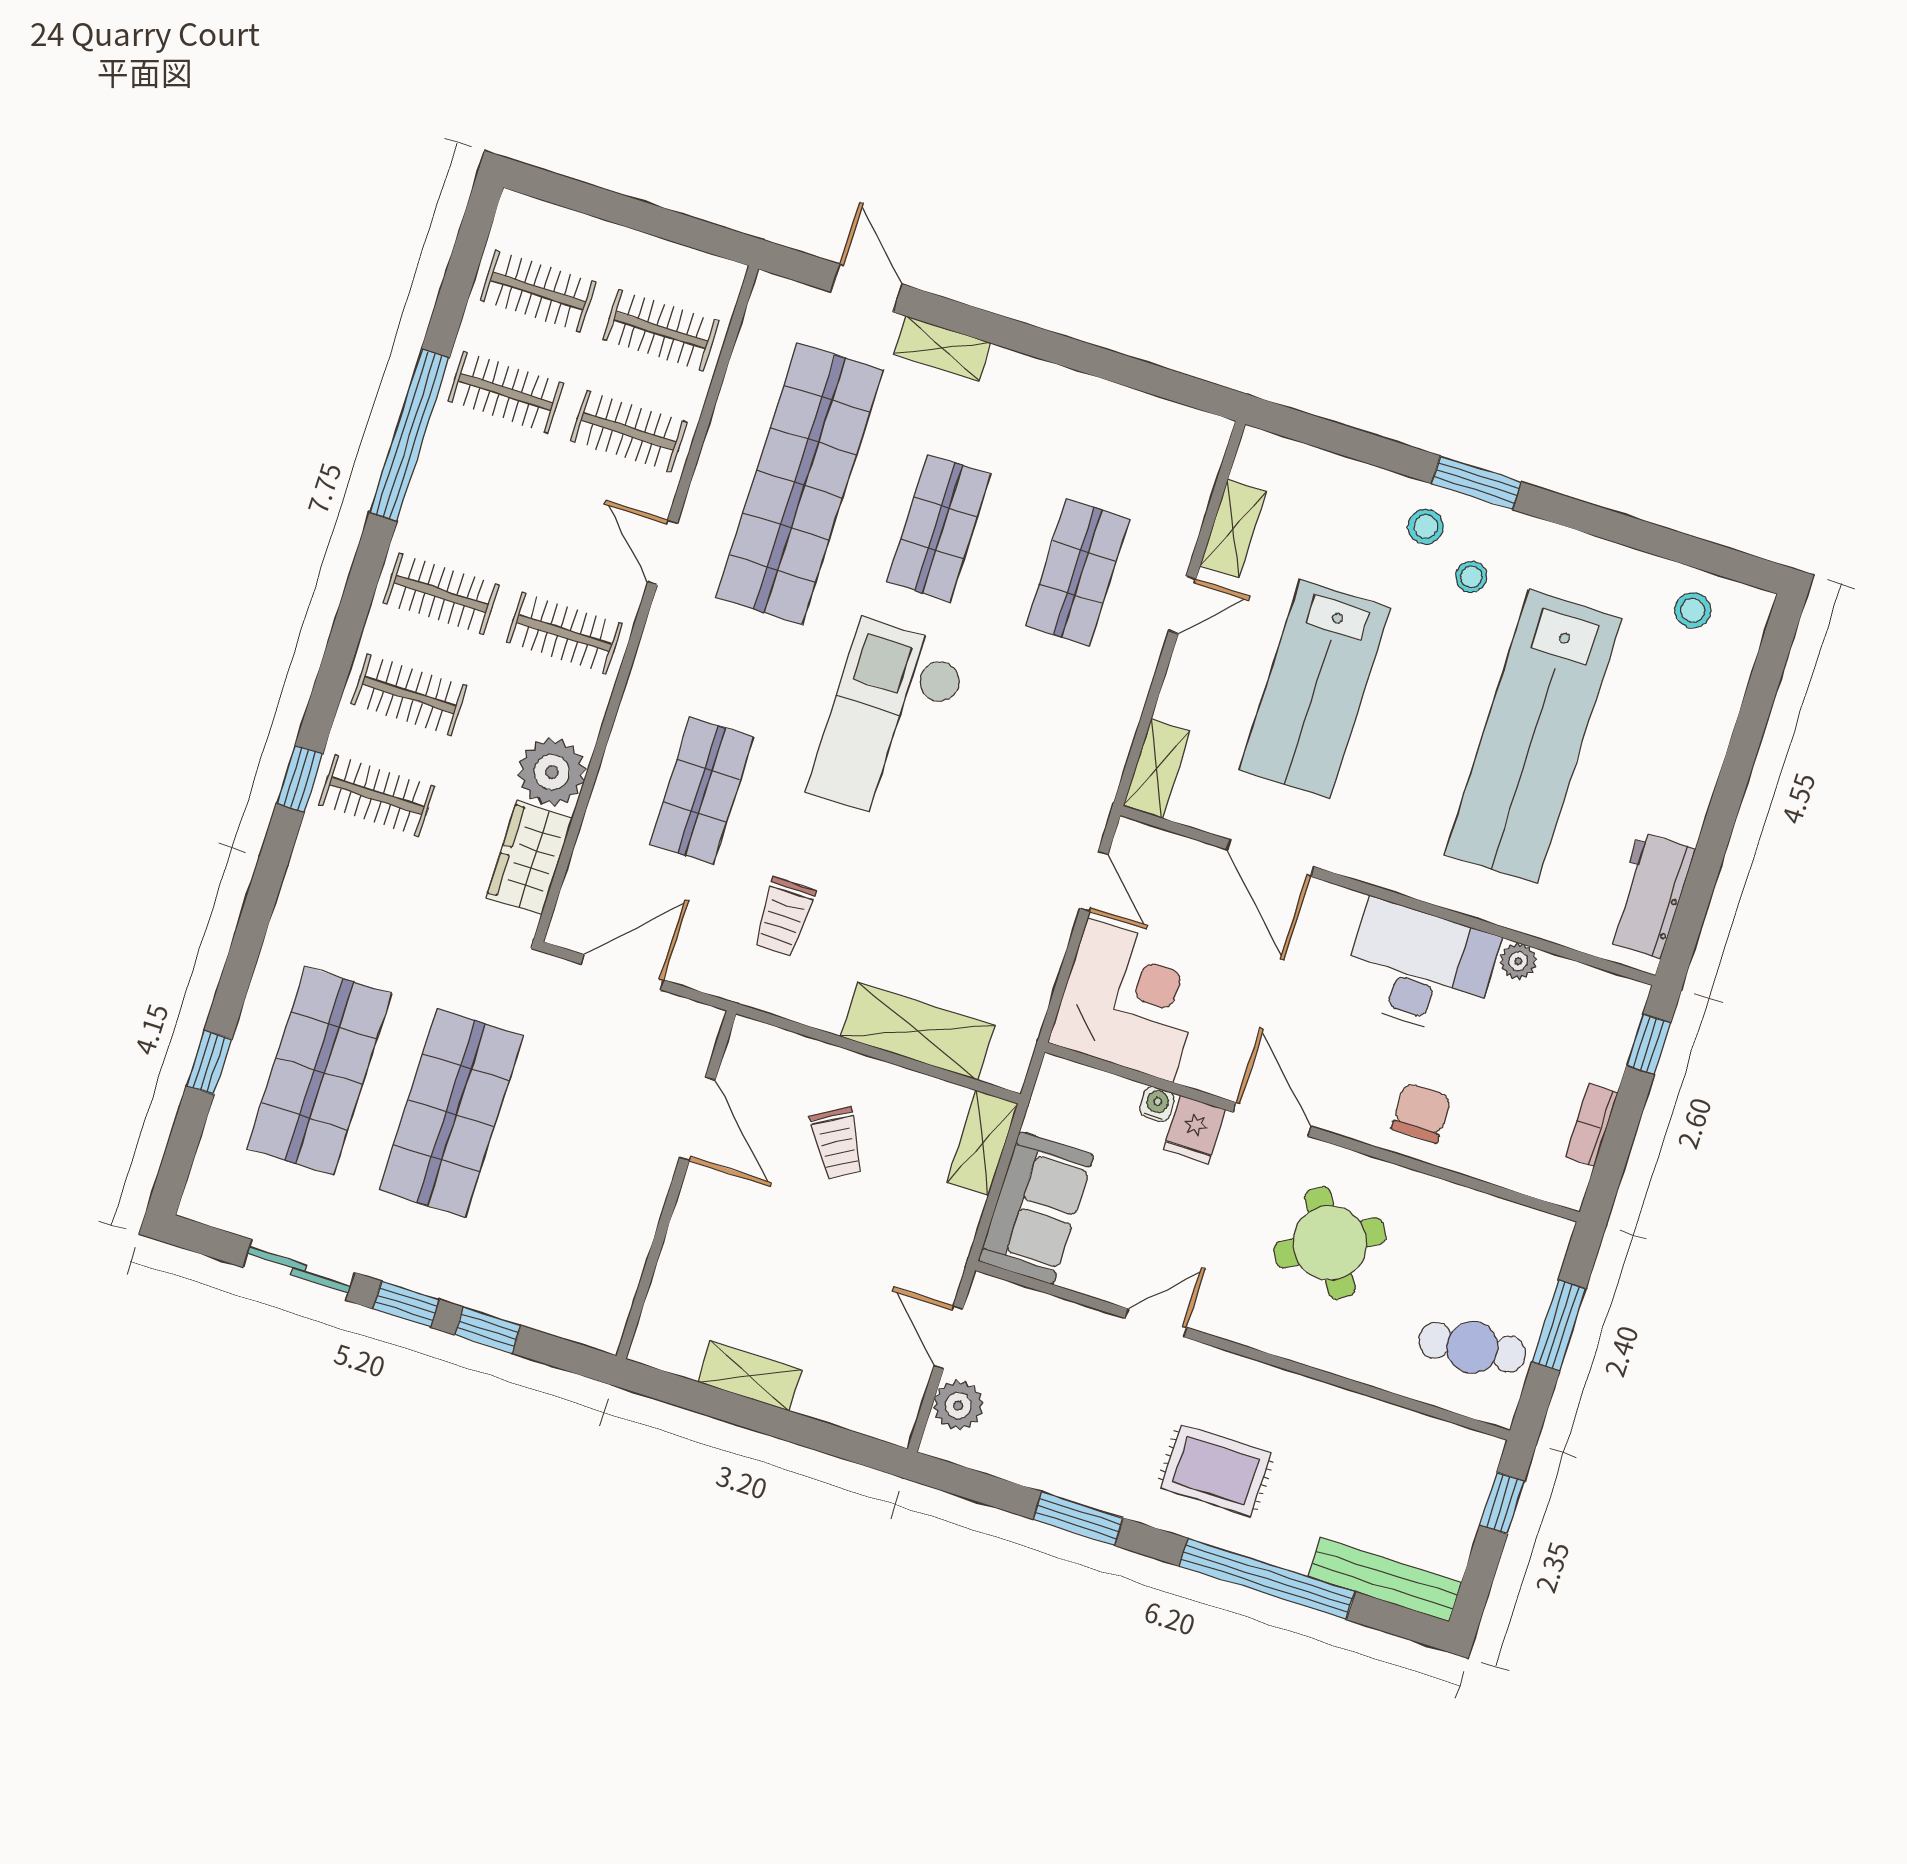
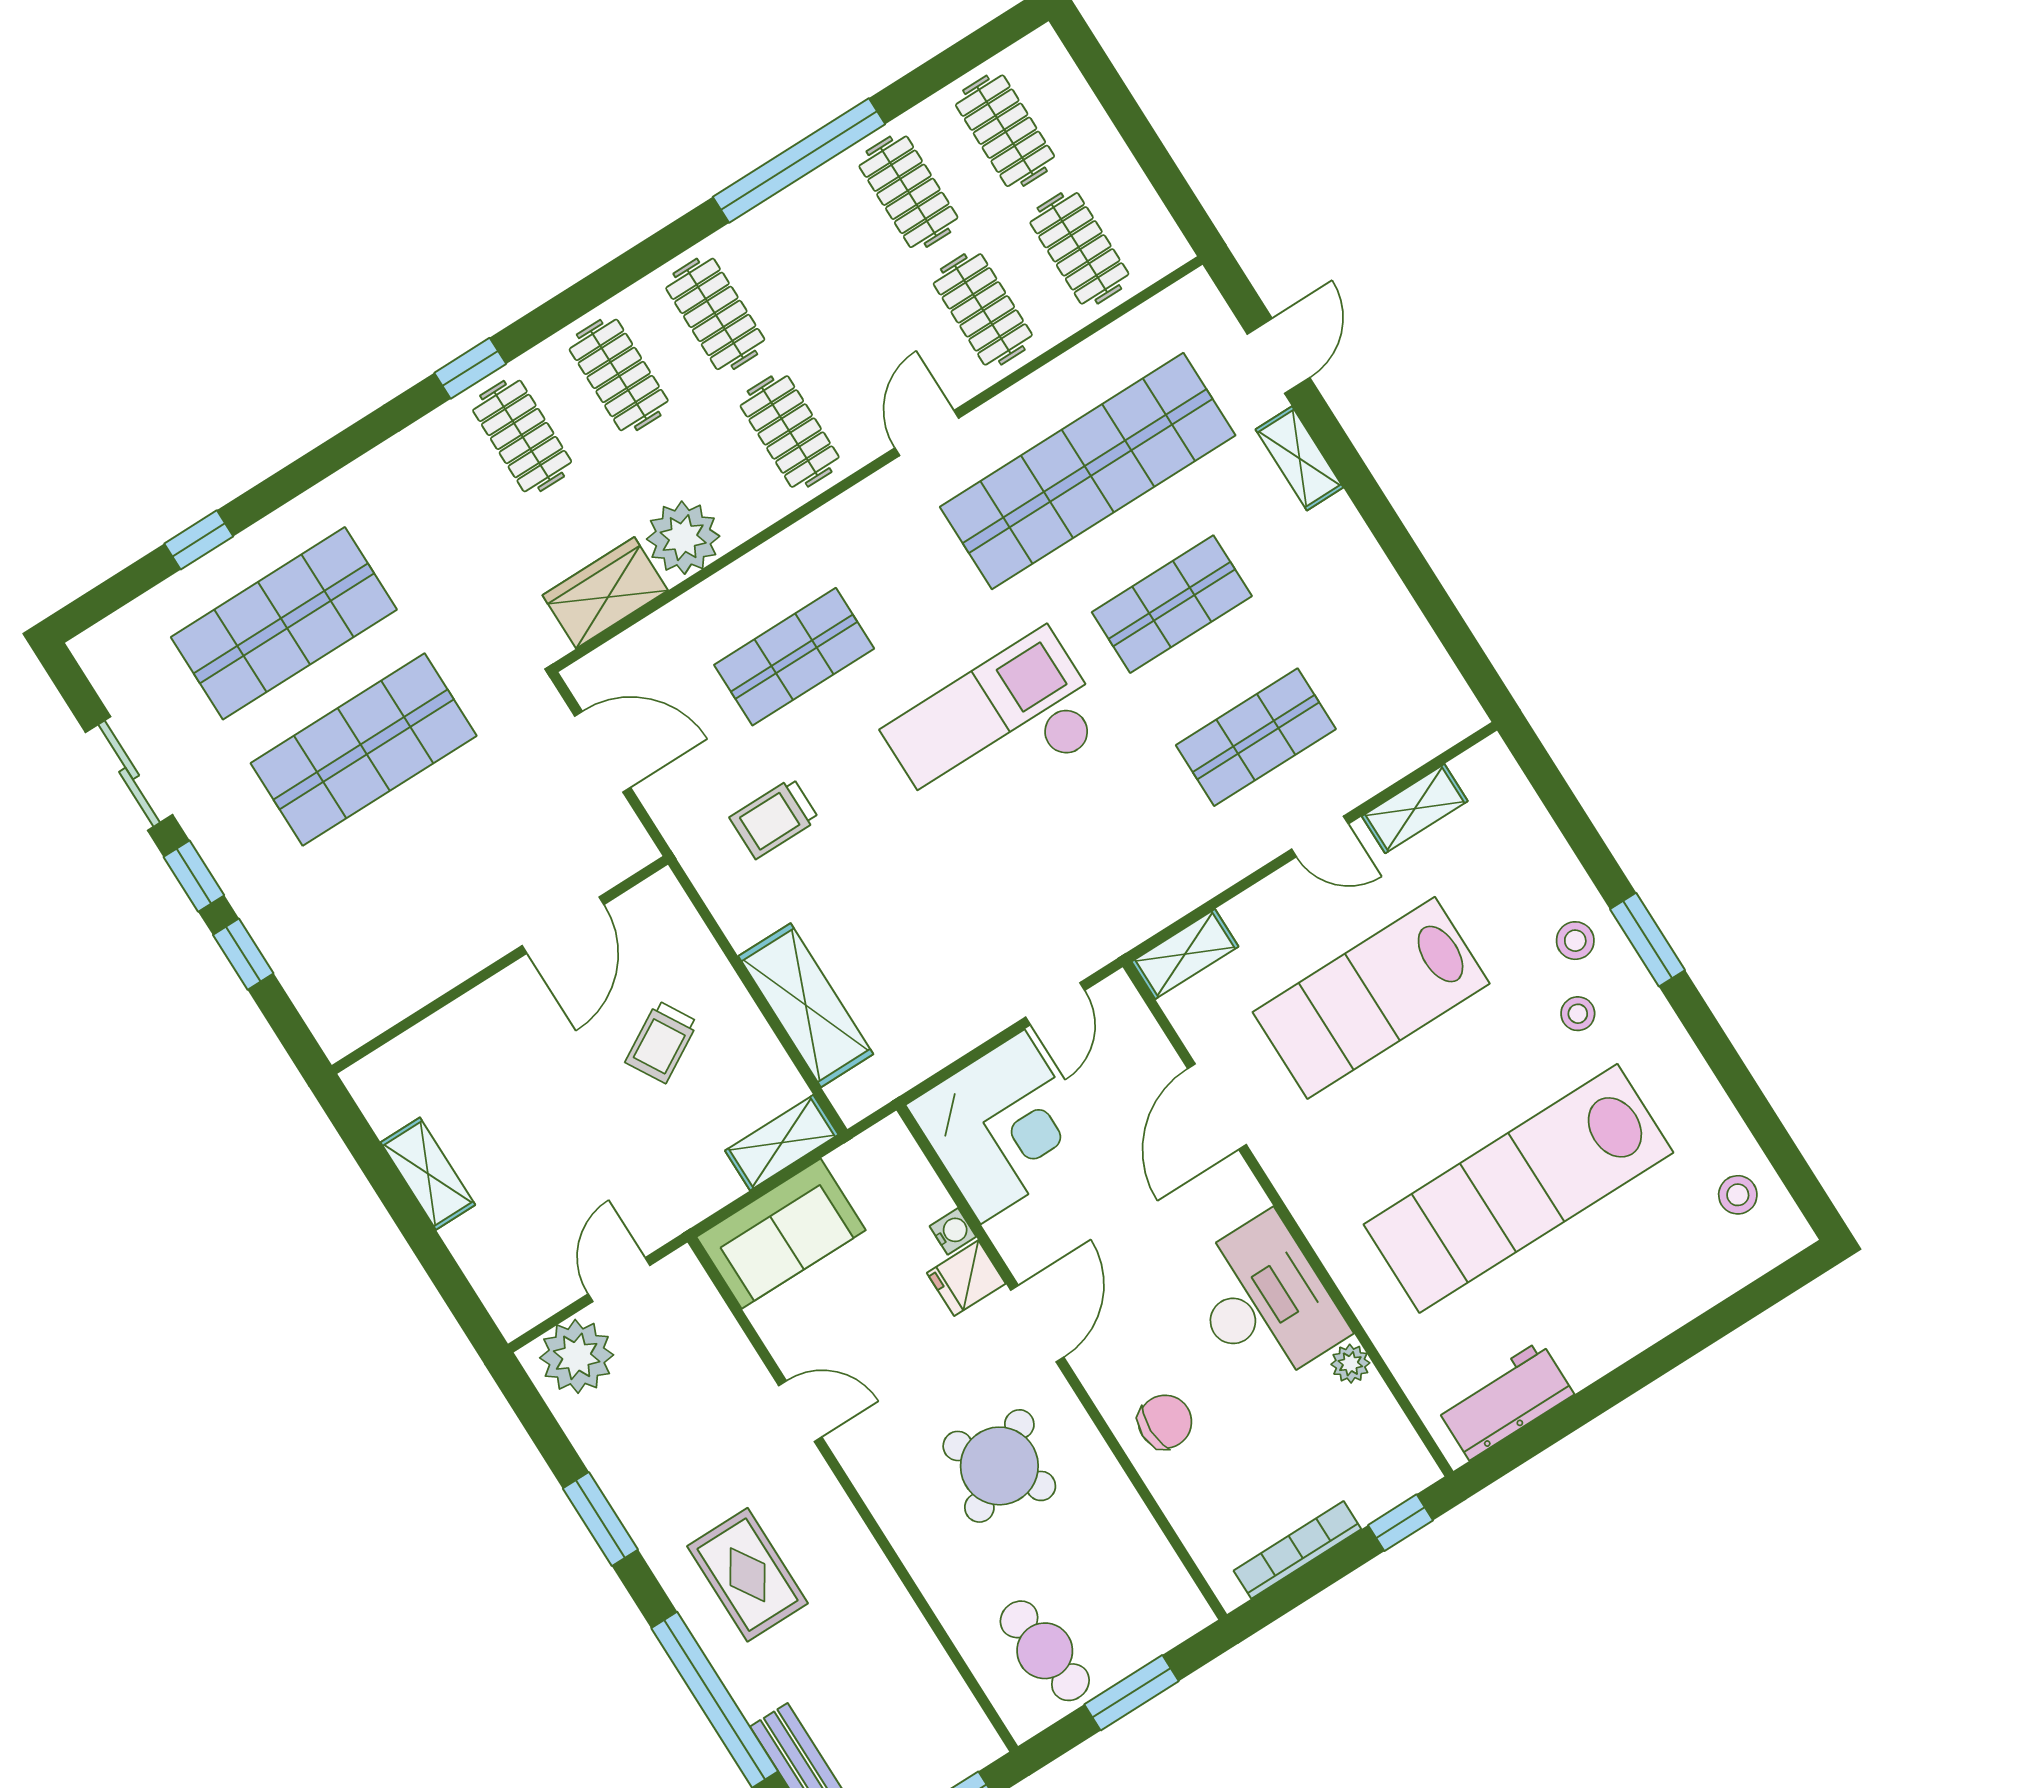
bookcase: (1592, 1125) -> (1297, 1550), width x1.56
plant: (958, 1406) -> (577, 1356), width x1.36, depth x1.36

